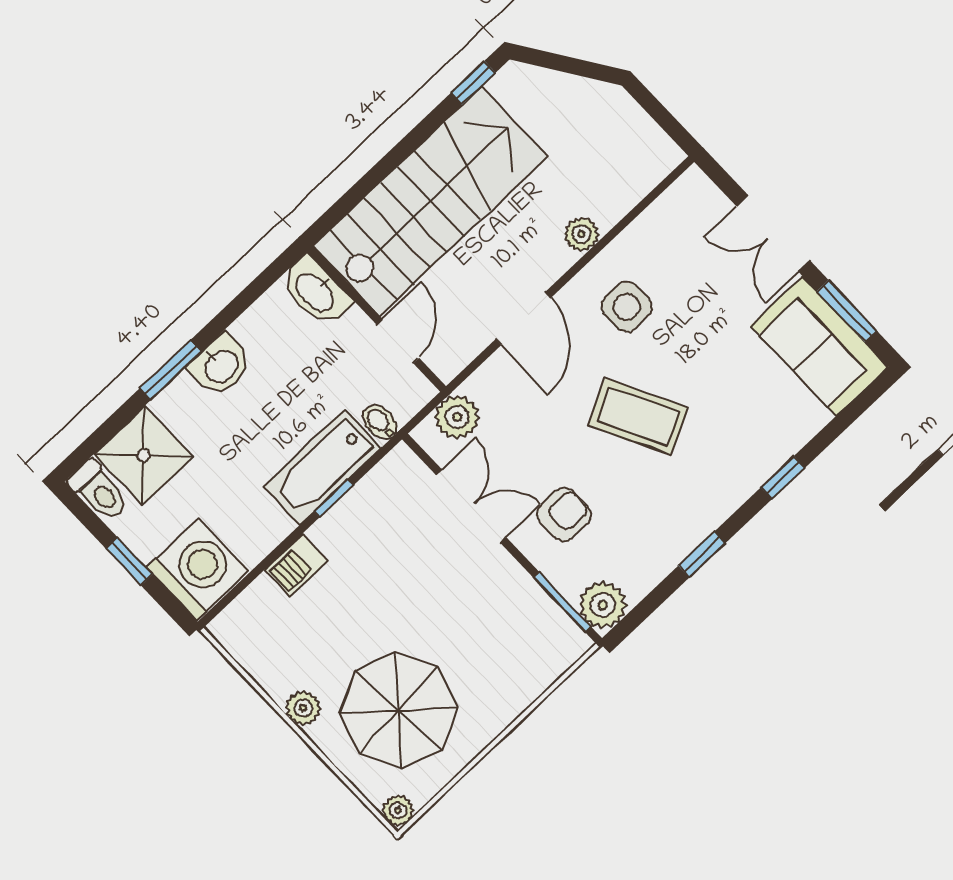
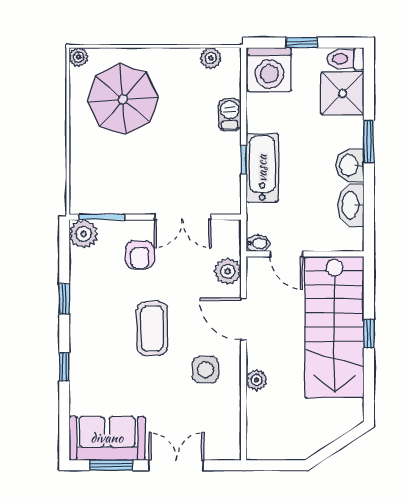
window: (473, 83) -> (369, 334), moved
washbasin: (316, 291) -> (351, 205), moved, turned -90
coffee table: (638, 416) -> (152, 329), turned -63
plant: (457, 417) -> (228, 271), moved
bidet: (380, 422) -> (258, 243), moved
plant: (303, 708) -> (211, 58), moved

